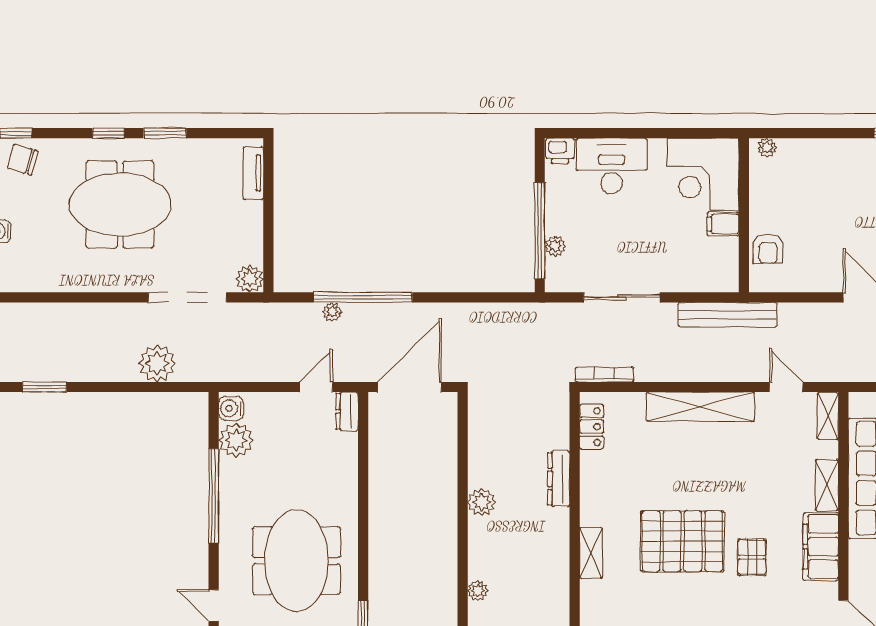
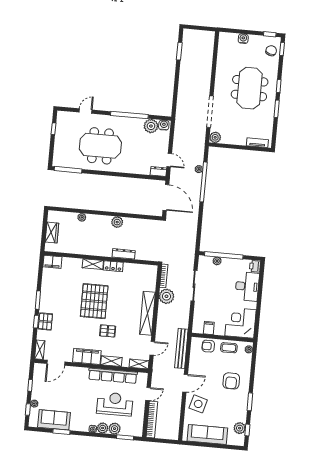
armchair: (849, 184) -> (231, 381), added
coffee table: (767, 197) -> (229, 348), added
filing cabinet: (723, 224) -> (209, 328), moved
bench: (728, 315) -> (181, 348), moved
plant: (157, 363) -> (166, 296), moved
locker: (592, 427) -> (113, 266), moved
pallet: (752, 557) -> (108, 331), moved

